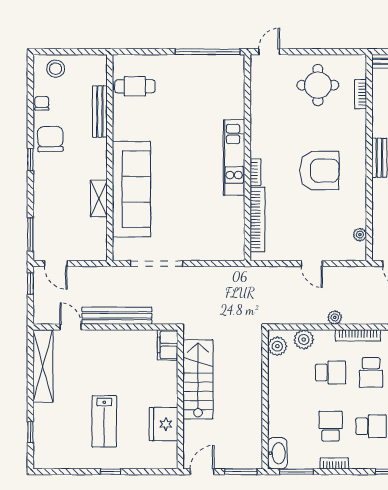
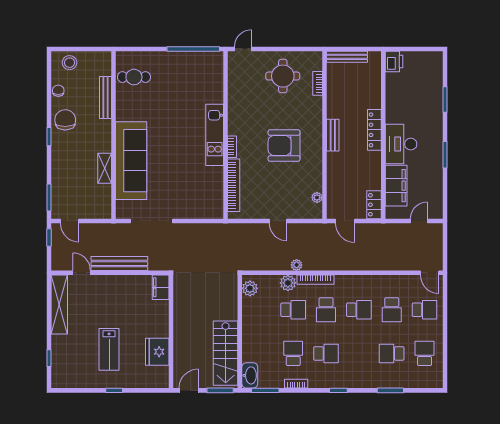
armchair: (319, 171) -> (284, 146), turned 180
plant: (304, 340) -> (288, 283), moved
stairs: (198, 379) -> (226, 353), moved, turned 180

